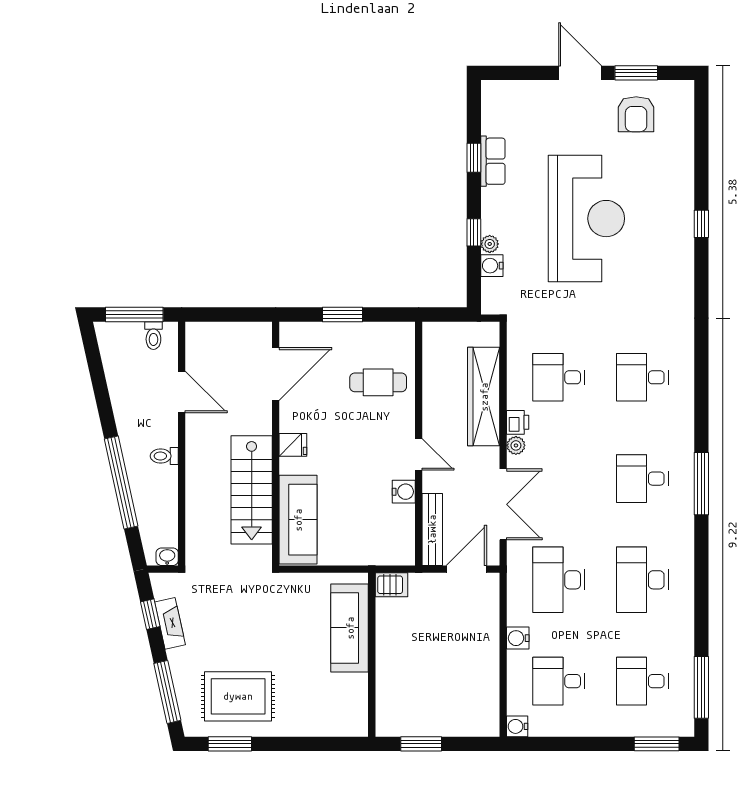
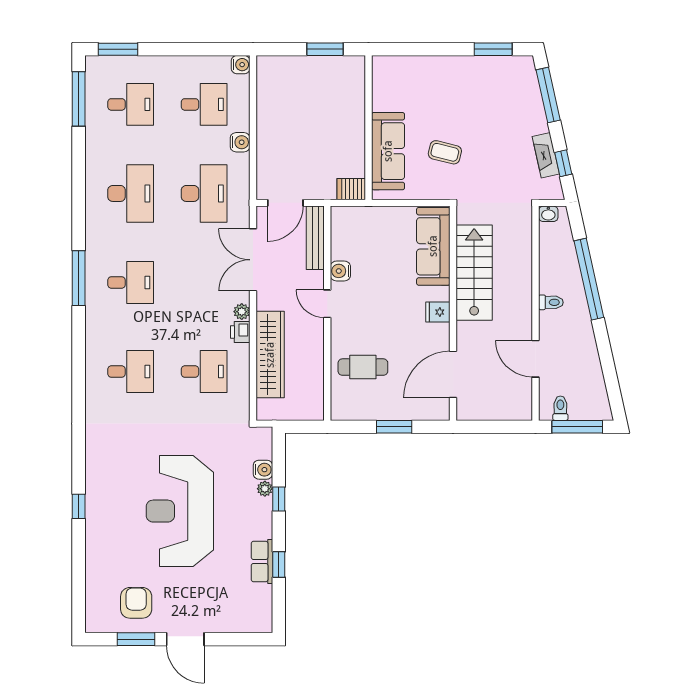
coffee table: (285, 627) -> (445, 152), added
rug: (238, 696) -> (486, 91), removed

